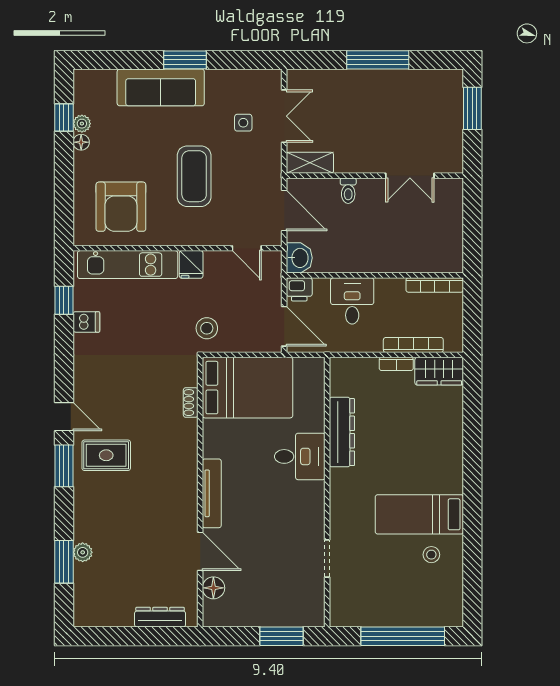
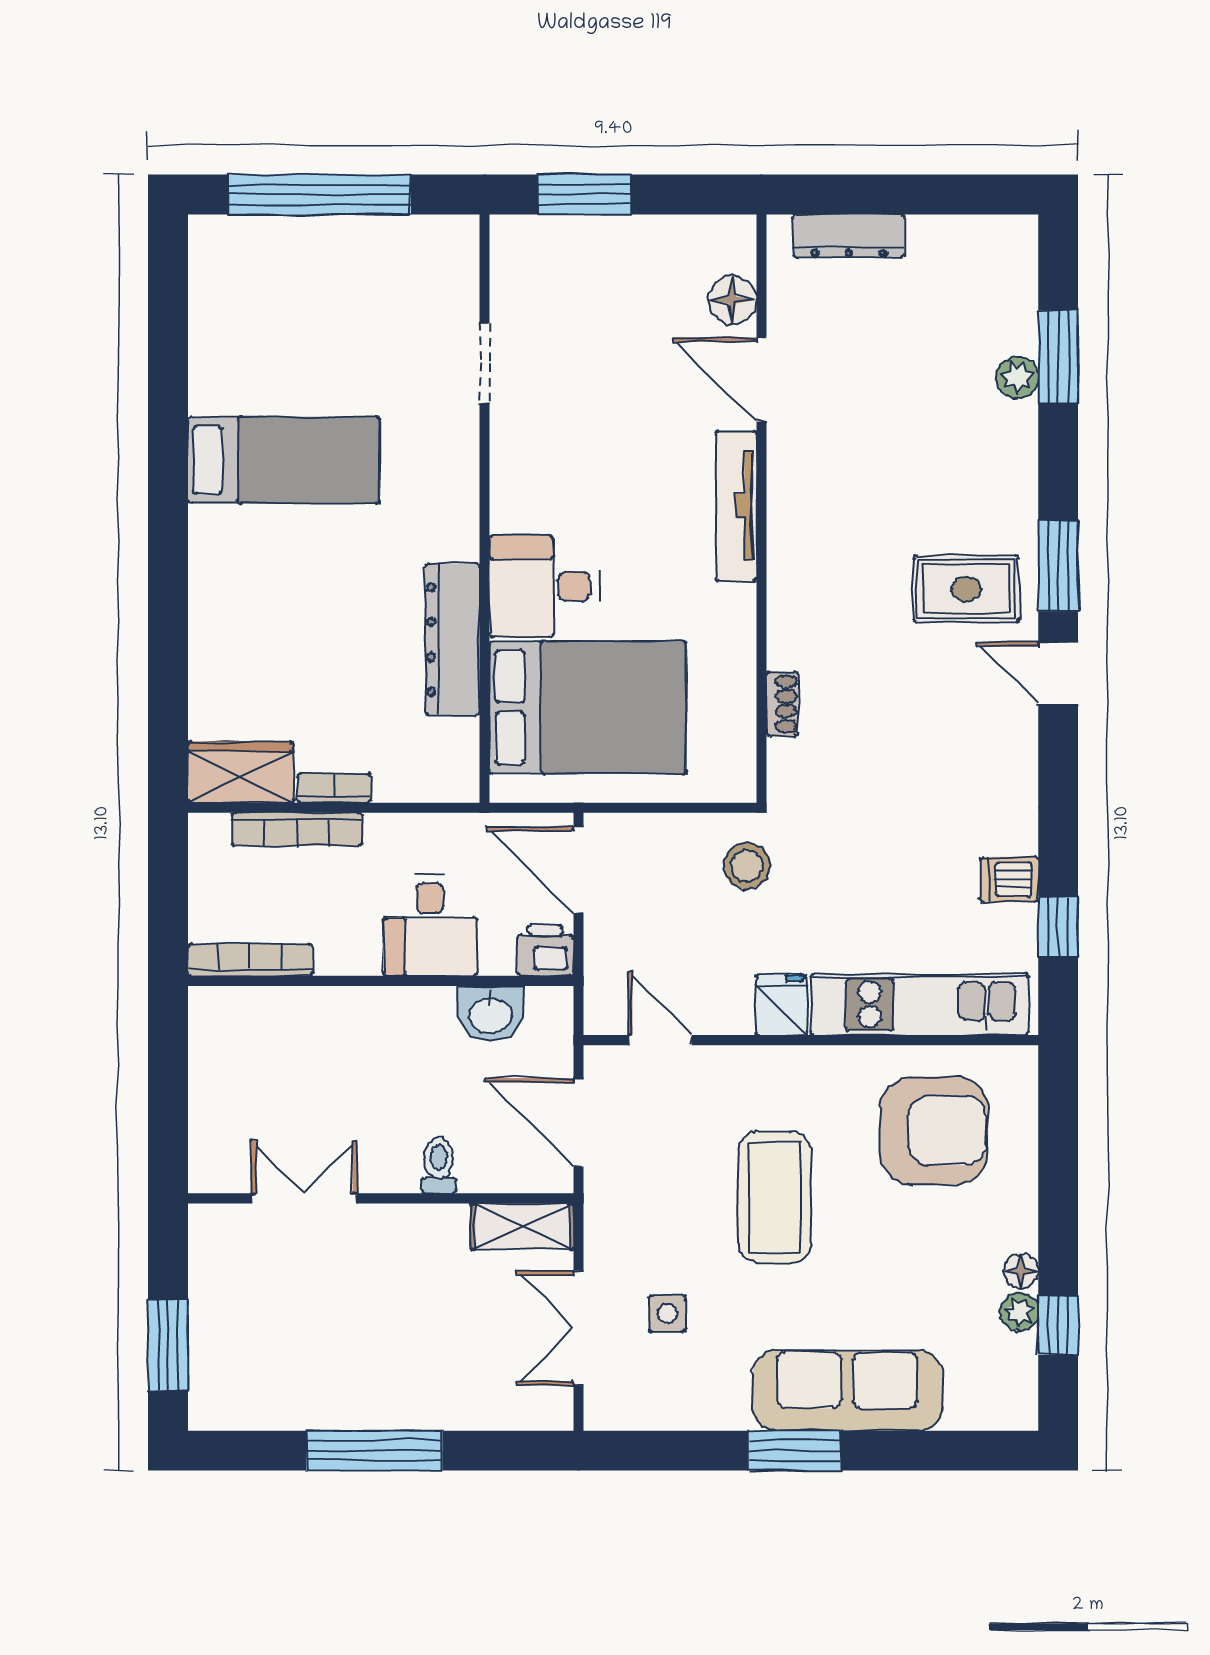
armchair: (121, 207) -> (934, 1131), turned 90
washbasin: (299, 258) -> (490, 1014), moved, turned -90
bed: (248, 388) -> (588, 708), moved, turned 180
stool: (431, 555) -> (257, 372), removed

